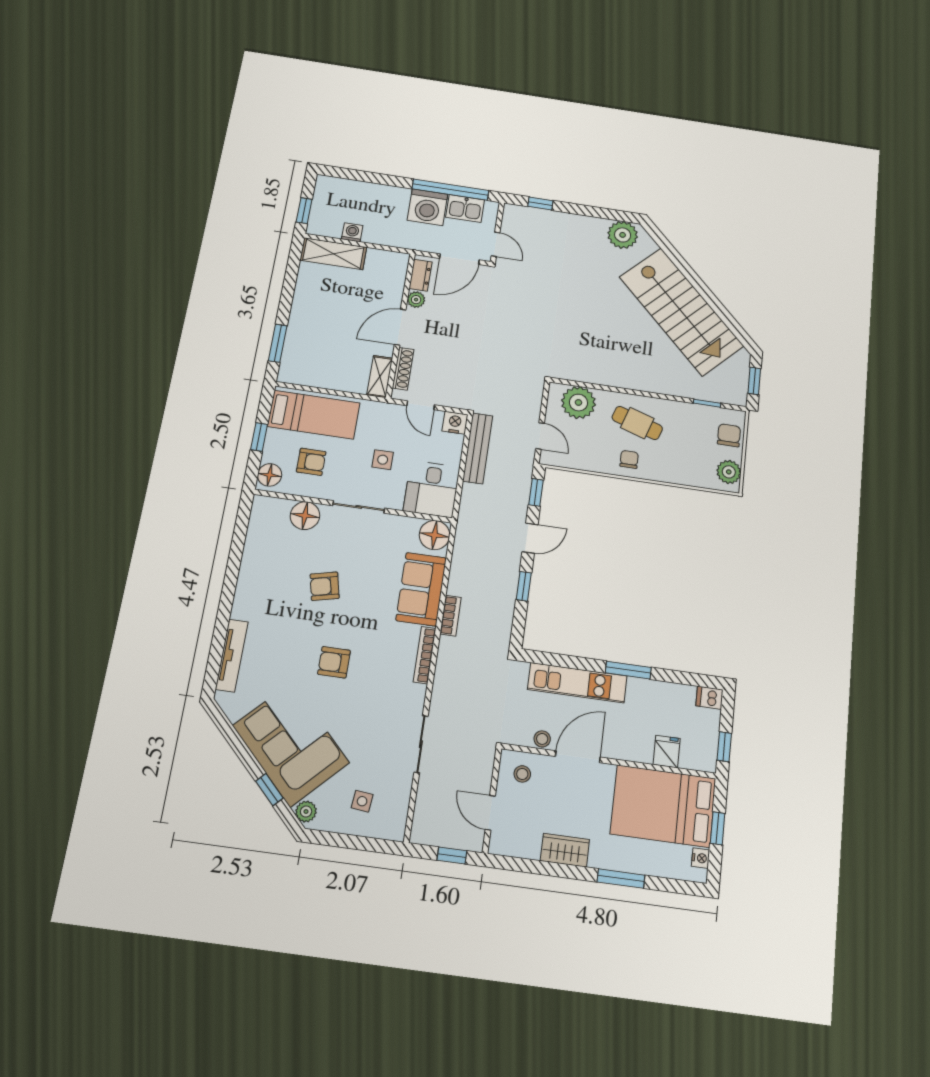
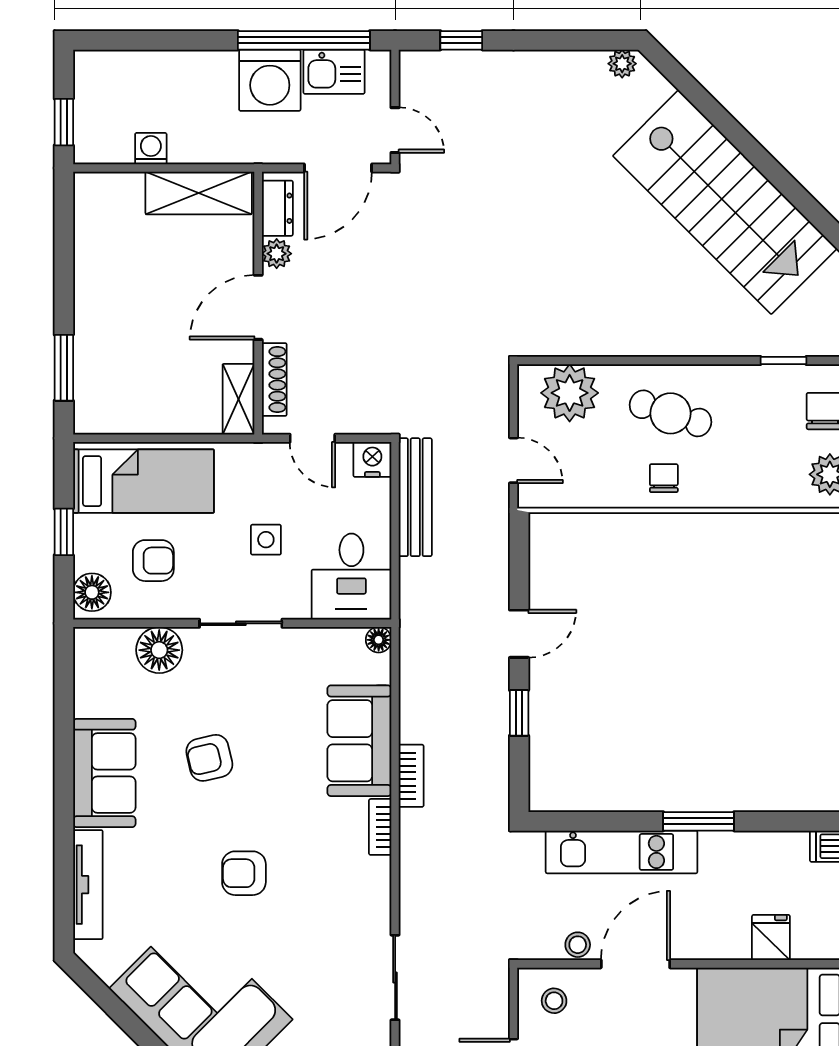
plant: (623, 235) -> (622, 64), width x0.53, depth x0.53
shelving: (333, 254) -> (199, 193), moved
window: (536, 492) -> (519, 557), removed
floor lamp: (435, 535) -> (379, 640), width x0.53, depth x0.53
sofa: (256, 586) -> (104, 773), added
bookcase: (425, 655) -> (380, 827), width x0.64

